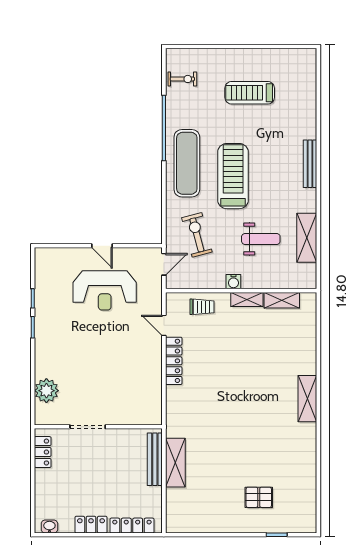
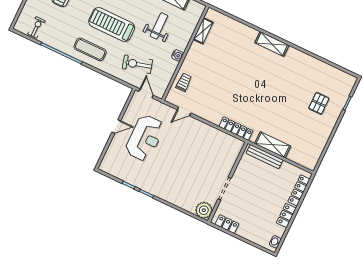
exercise mat: (187, 163) -> (90, 49), width x0.73, depth x0.69
shelving: (247, 299) -> (192, 52), removed
locker: (174, 361) -> (236, 129), moved
plant: (46, 391) -> (204, 210), moved

